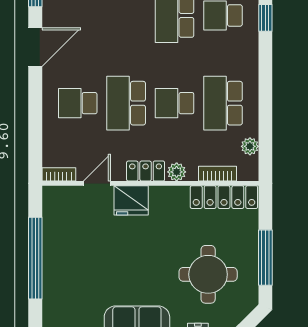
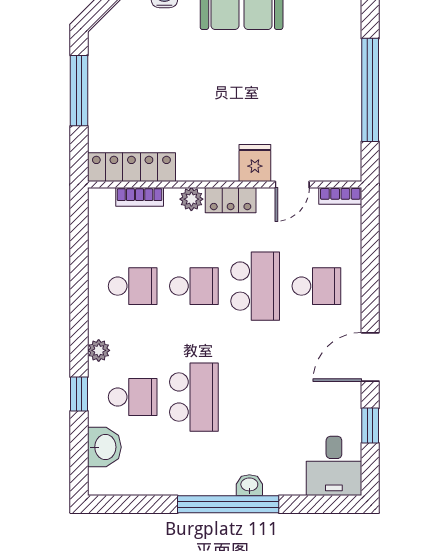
school desk: (223, 103) -> (133, 286), width x0.54
plant: (250, 146) -> (99, 350), moved
fridge: (131, 200) -> (255, 163), width x0.72
round table: (208, 274) -> (151, 69), removed

